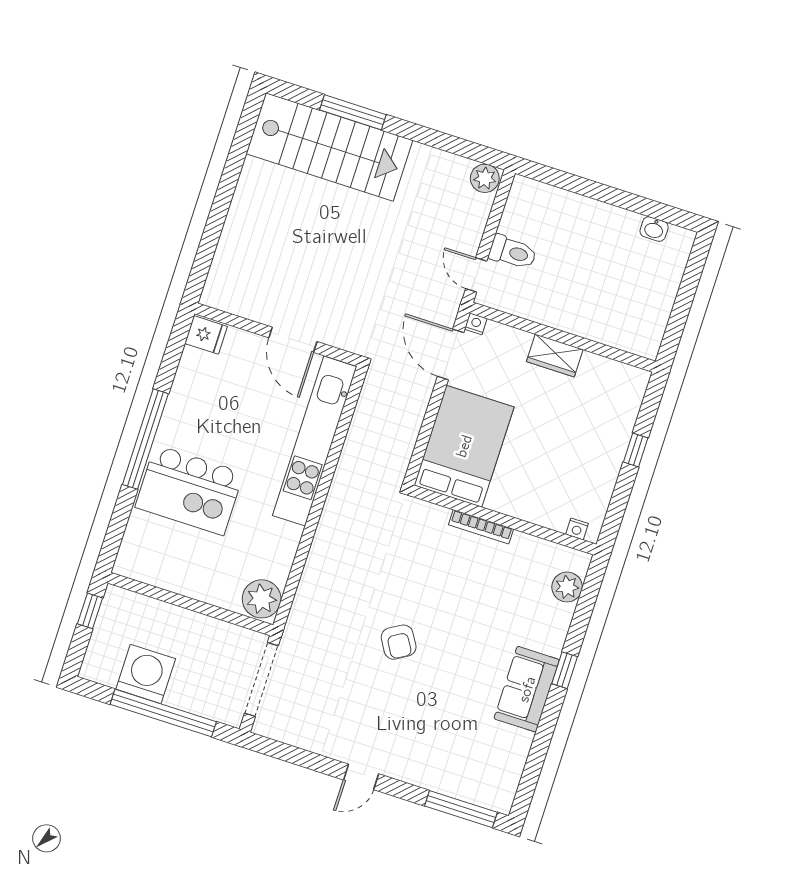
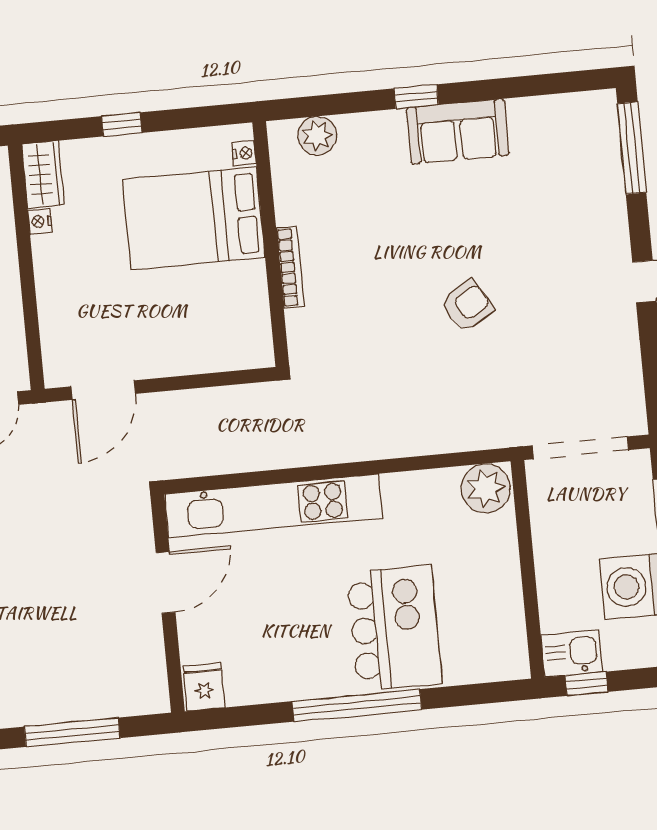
window: (214, 226) -> (72, 732), added
nightstand: (476, 324) -> (40, 221), moved
wardrobe: (555, 355) -> (43, 174), moved
bed: (464, 446) -> (194, 218), moved
kitchen sink: (116, 610) -> (572, 654), added

